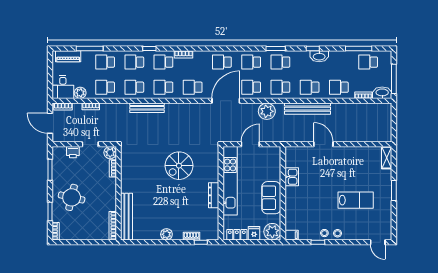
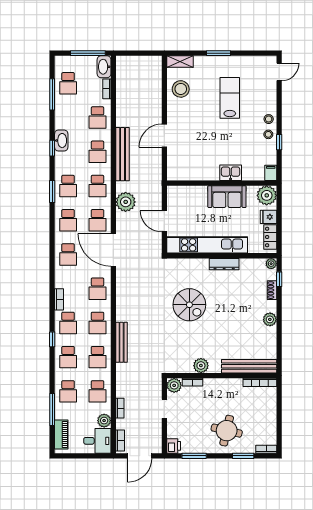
printer: (73, 152) -> (174, 446), moved
stool: (363, 158) -> (181, 89), added
plant: (127, 175) -> (201, 366), added
kitchen sink: (292, 177) -> (231, 173), moved
plant: (214, 235) -> (271, 264), added

